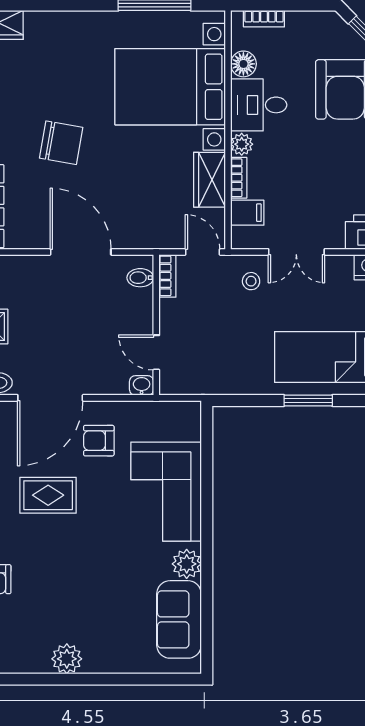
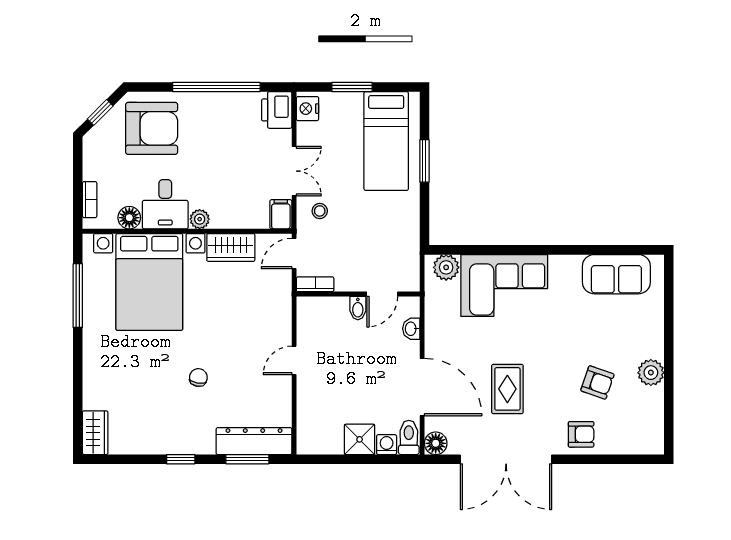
chair: (61, 143) -> (198, 377), width x0.54, depth x0.54
bookcase: (239, 178) -> (229, 222), removed
filing cabinet: (247, 213) -> (281, 214), moved
door: (81, 252) -> (294, 360), width x0.53
bidet: (140, 278) -> (358, 308), moved
washbasin: (142, 385) -> (411, 329), moved
armchair: (99, 441) -> (597, 382), moved, turned -71
plant: (187, 564) -> (446, 267), moved

